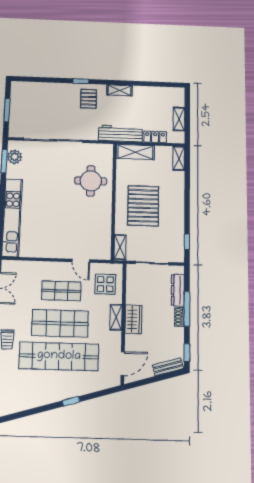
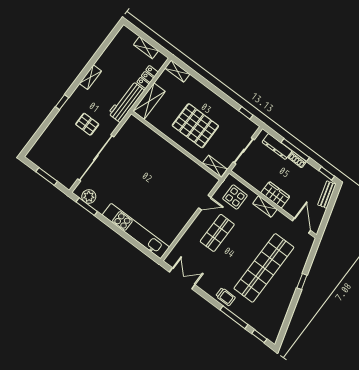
pallet: (88, 99) -> (87, 124), moved
round table: (91, 181) -> (148, 152), removed
shop shelf: (60, 323) -> (241, 250), removed

